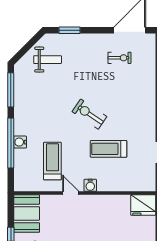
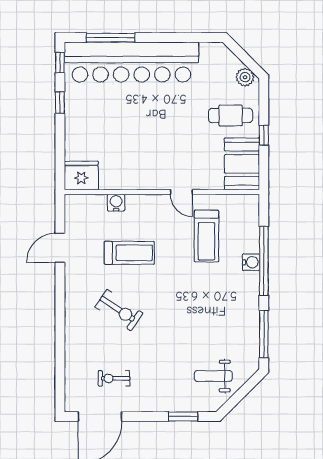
exercise bike: (89, 114) -> (119, 310), moved
water cooler: (90, 185) -> (116, 203), moved

